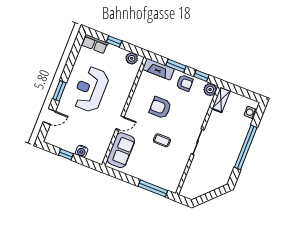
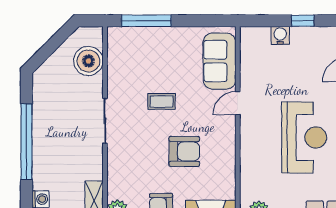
boiler: (194, 179) -> (88, 61), added

